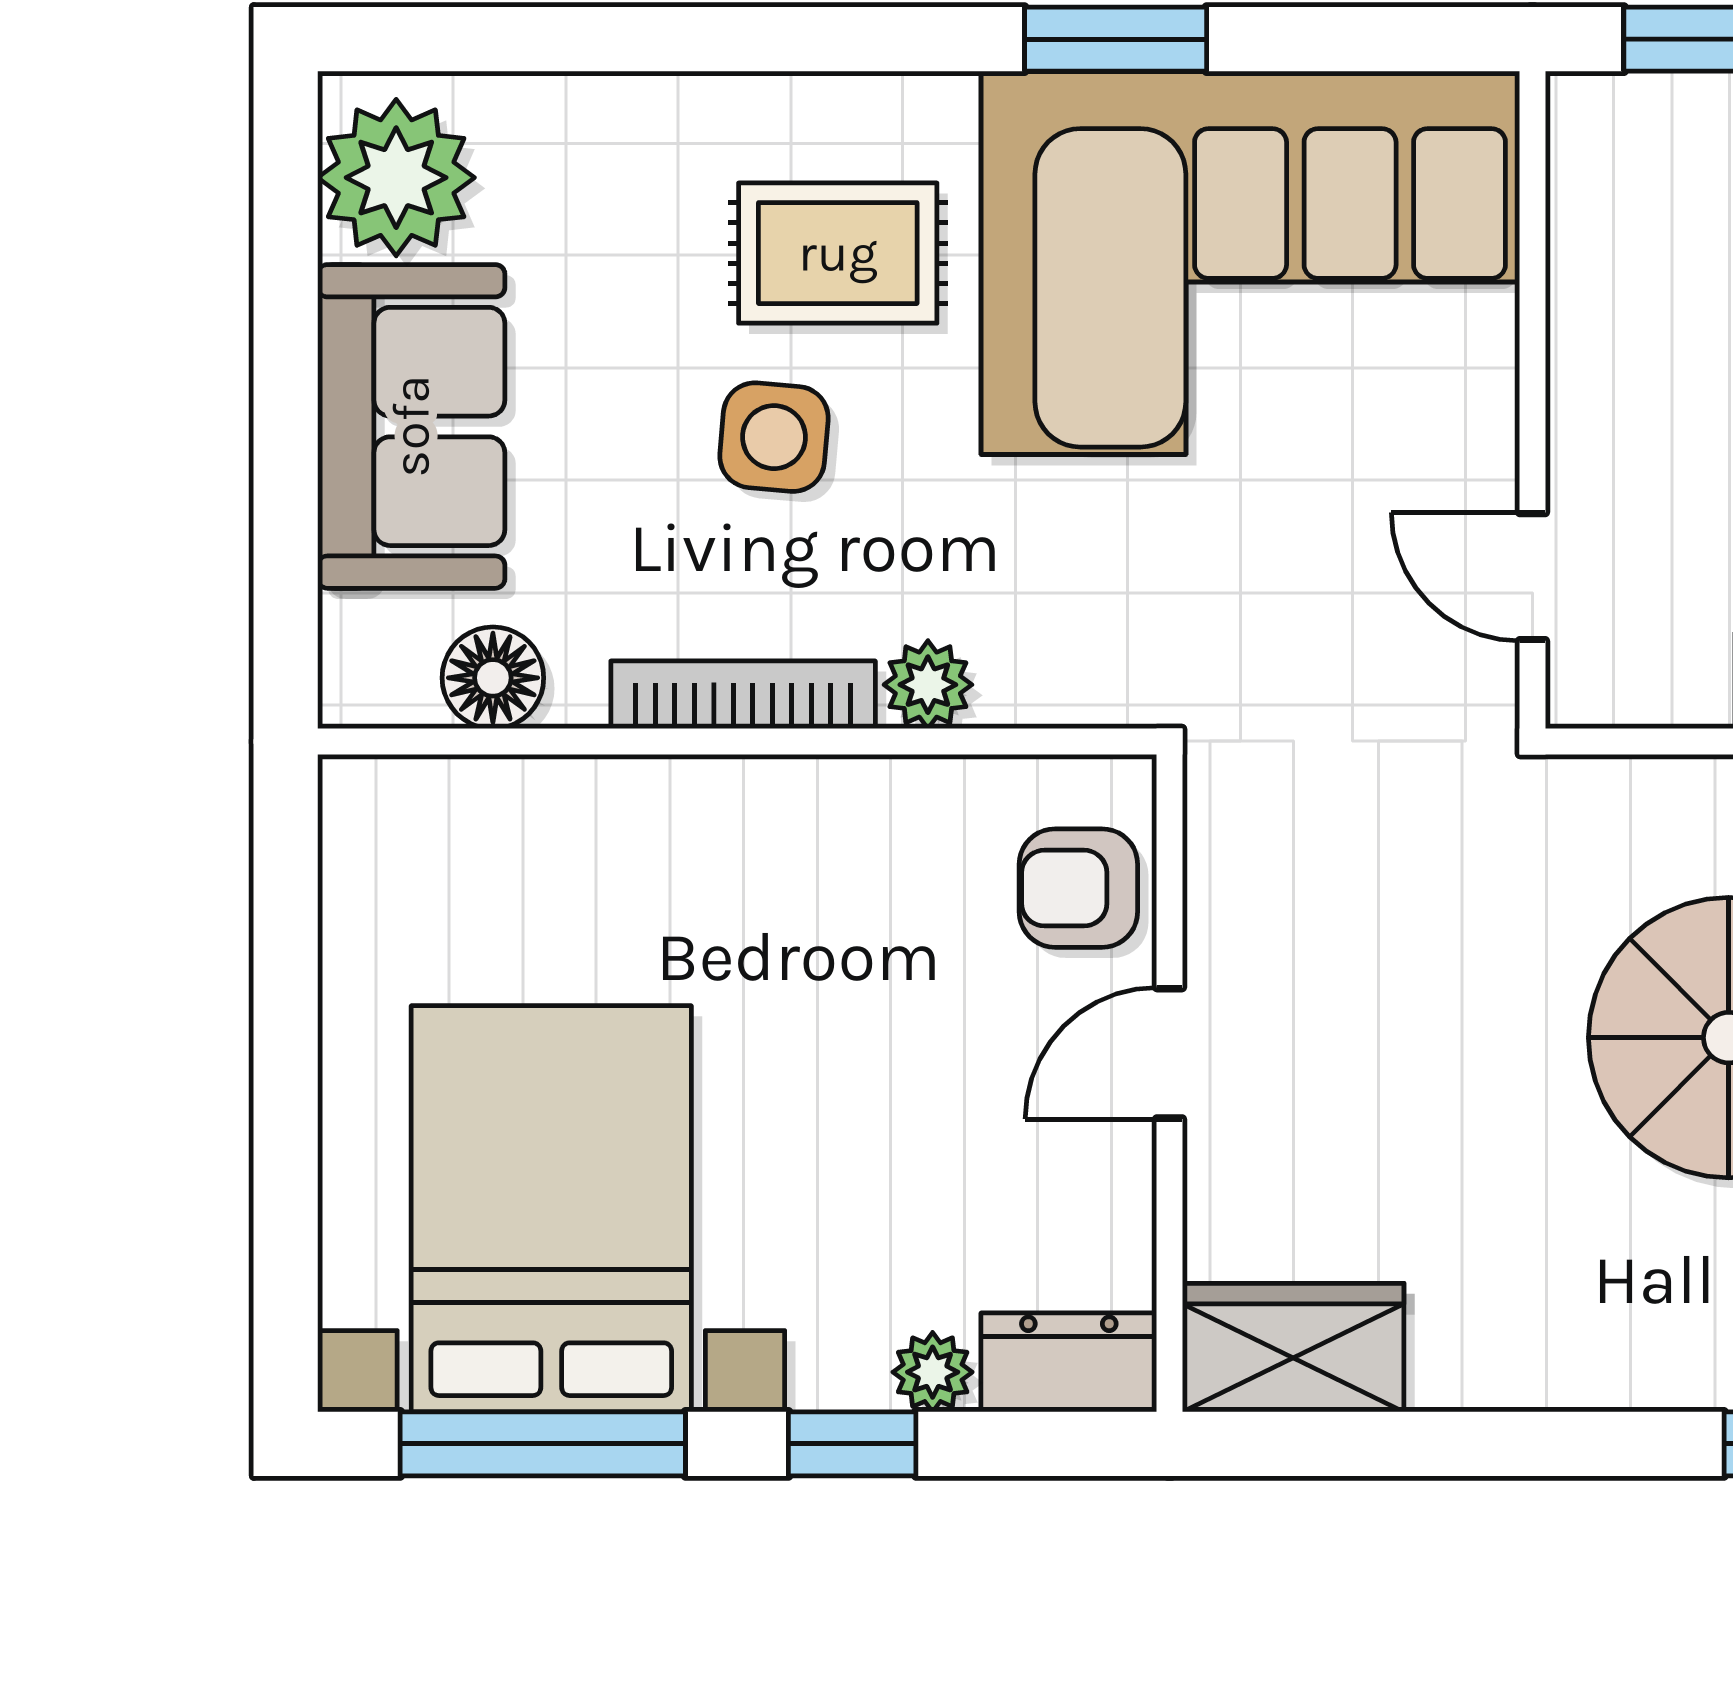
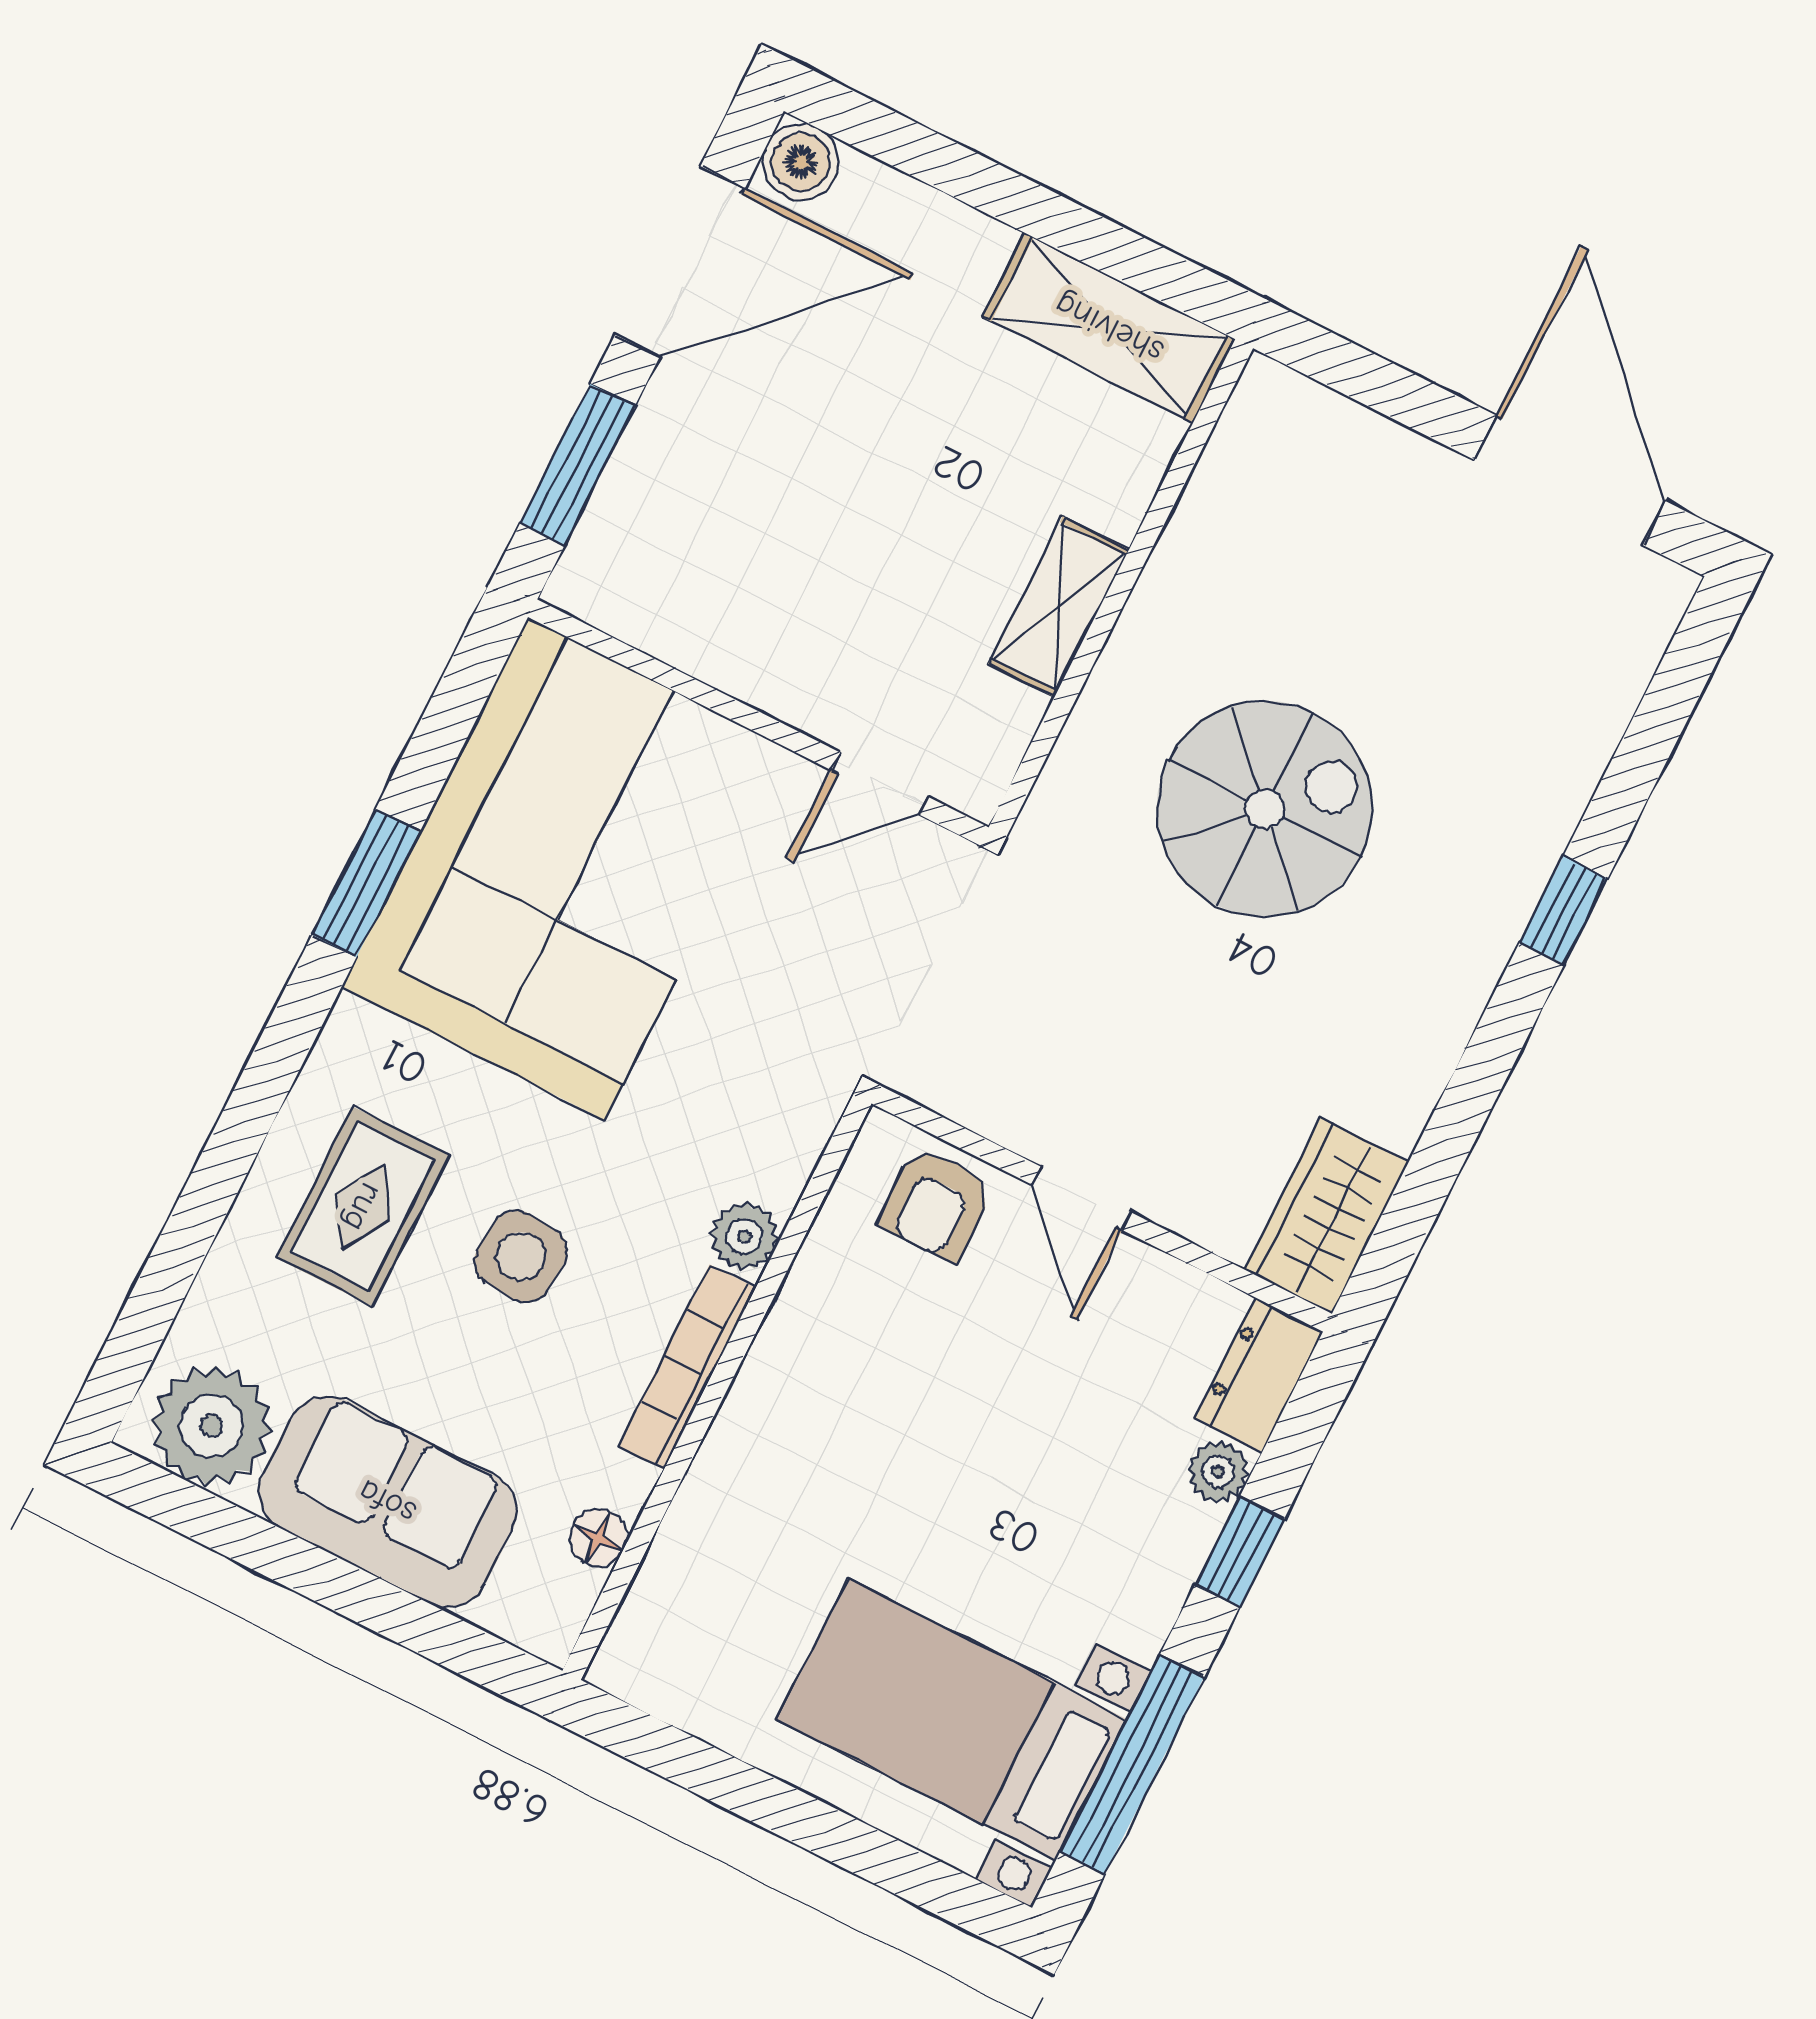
rug: (838, 253) -> (363, 1207), moved
floor lamp: (493, 678) -> (598, 1538), width x0.73, depth x0.73
bed with nightstands: (551, 1209) -> (952, 1720), width x0.73

